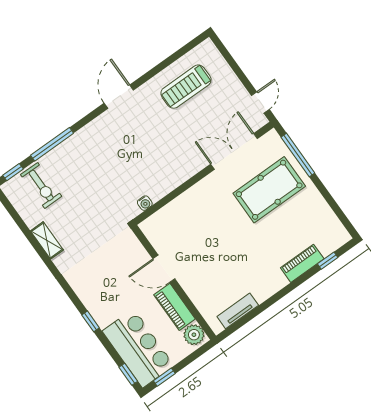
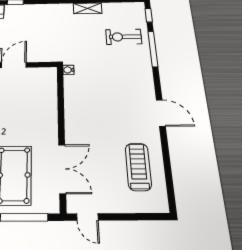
exercise bike: (41, 185) -> (124, 37), moved
water cooler: (145, 203) -> (68, 70), moved

